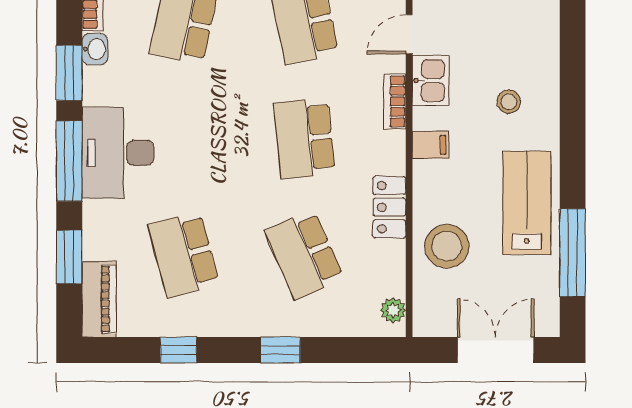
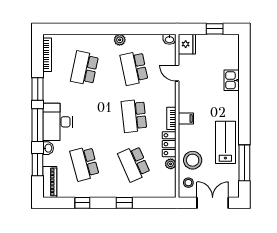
door: (409, 34) -> (177, 73), hinge flipped
washbasin: (95, 49) -> (48, 148), moved
kitchen sink: (430, 81) -> (232, 80), moved, turned 180
bookcase: (395, 101) -> (171, 118), moved
stool: (509, 102) -> (188, 183), moved
plant: (393, 310) -> (171, 164), moved

